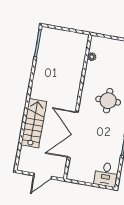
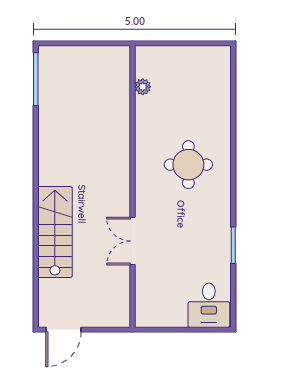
double door: (73, 135) -> (132, 241), width x0.54
door: (43, 176) -> (64, 330), moved

